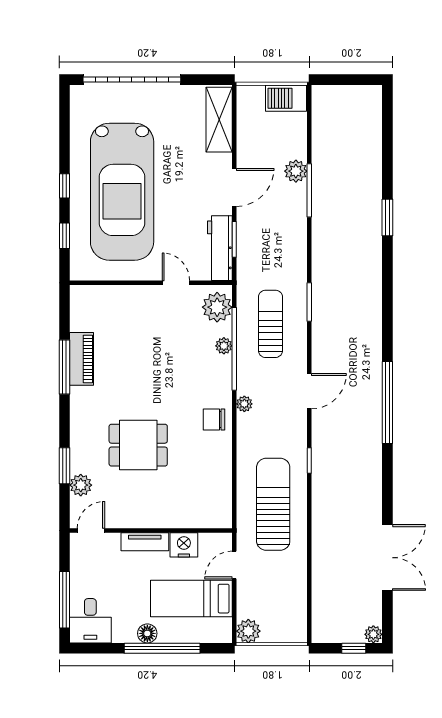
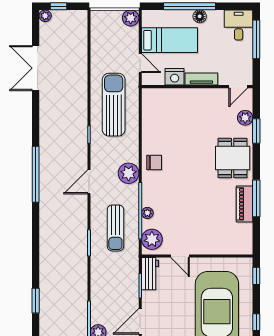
window: (64, 236) -> (256, 276), moved
workbench: (220, 248) -> (150, 274), width x0.73
plant: (244, 404) -> (129, 173), width x1.88, depth x1.88
dining table: (138, 445) -> (233, 158), moved, turned 90
sun lounger: (273, 504) -> (114, 105), turned 180
door: (234, 565) -> (140, 63), hinge flipped

